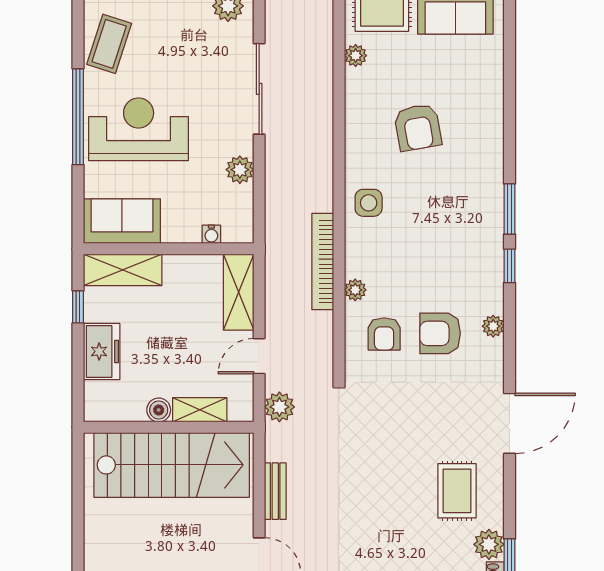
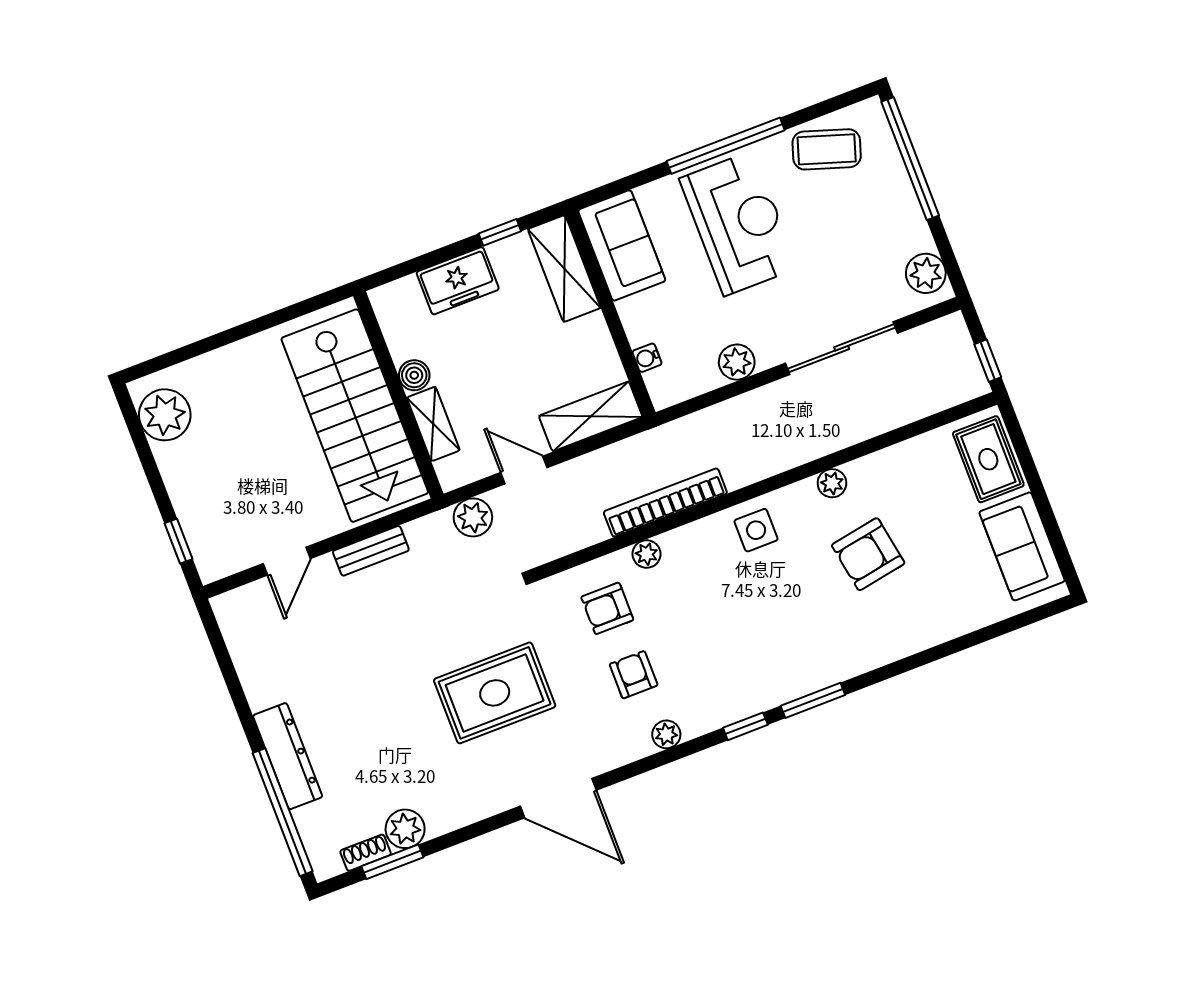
plant: (356, 56) -> (832, 483), moved
armchair: (440, 333) -> (634, 675), width x0.72, depth x0.72
rug: (457, 491) -> (495, 693), moved, width x1.36, depth x1.43

